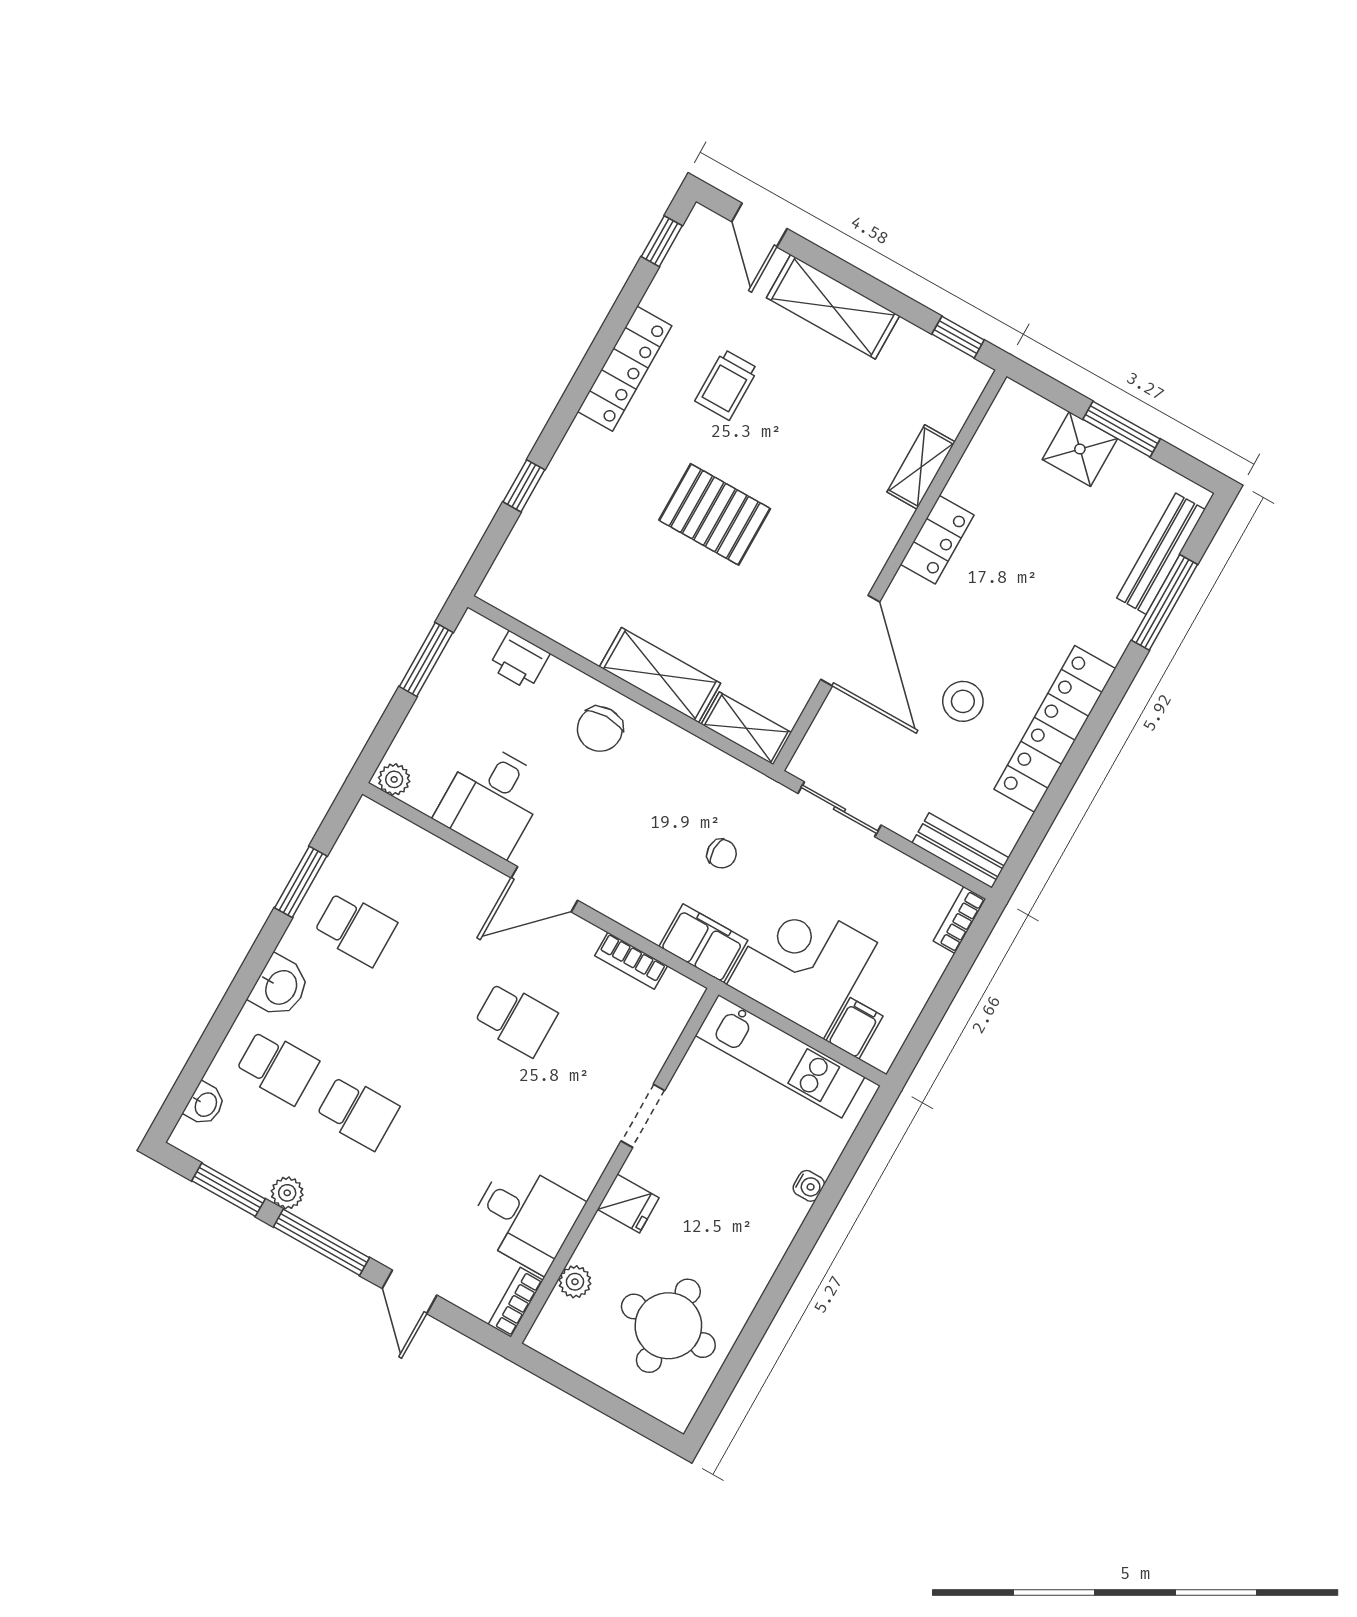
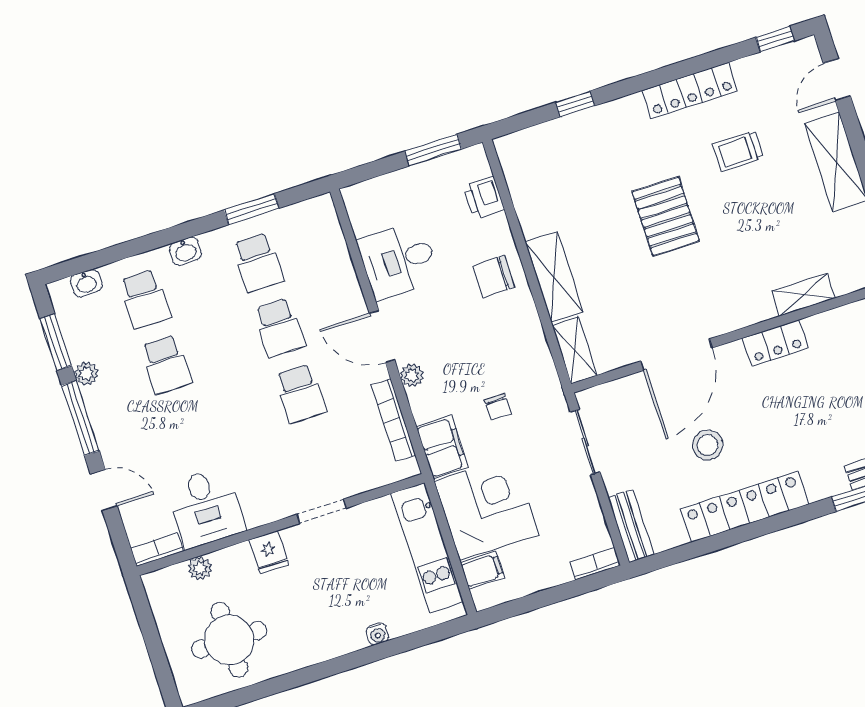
plant: (394, 779) -> (412, 375), moved
bookcase: (631, 961) -> (394, 420), width x1.56
school desk: (435, 974) -> (279, 328), added
washbasin: (280, 987) -> (185, 251), width x0.72, depth x0.69
door: (410, 1292) -> (104, 490), swing flipped

